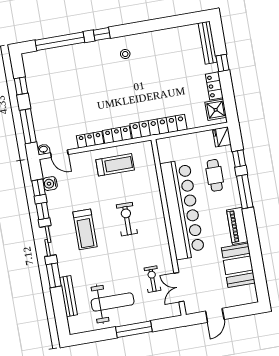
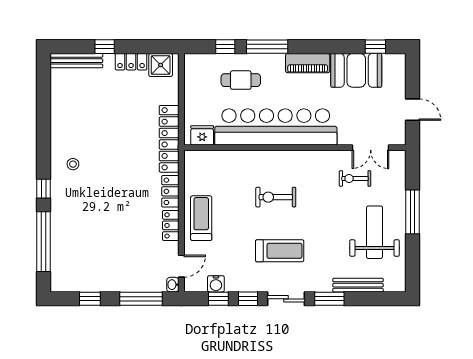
fridge: (222, 137) -> (202, 135), moved, turned 180
treadmill: (115, 165) -> (201, 218), moved
window: (260, 277) -> (375, 47), added

